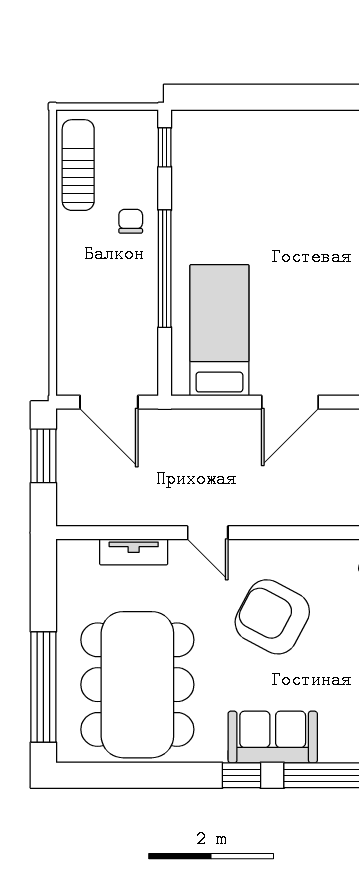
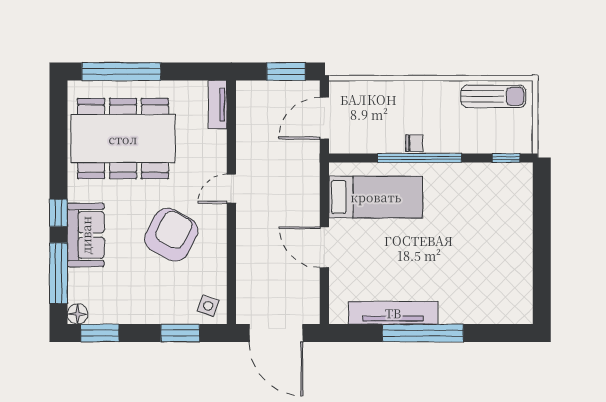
chair: (131, 221) -> (414, 143), moved
tv unit: (134, 552) -> (218, 105), moved

